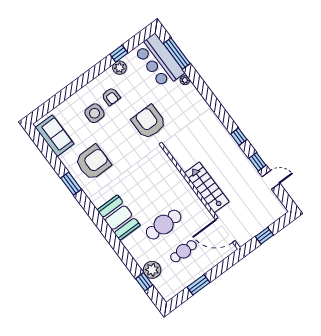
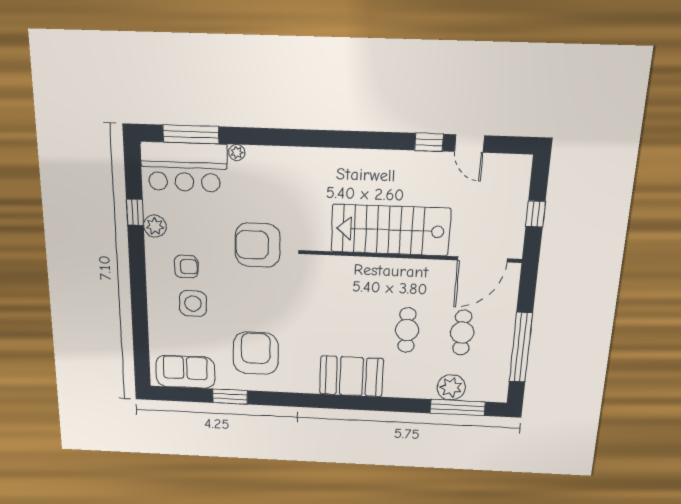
window: (239, 137) -> (373, 140), removed
door: (271, 180) -> (469, 144), swing flipped
window: (71, 184) -> (230, 397), moved
stairs: (207, 187) -> (391, 230), width x1.36, depth x1.51
cafe table: (164, 225) -> (407, 330), width x0.73, depth x0.74
window: (144, 282) -> (458, 408), width x2.17
window: (199, 285) -> (521, 347), width x2.11

